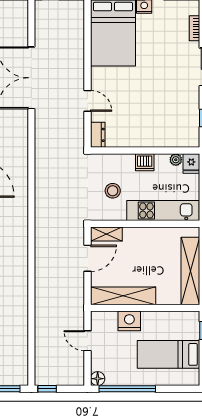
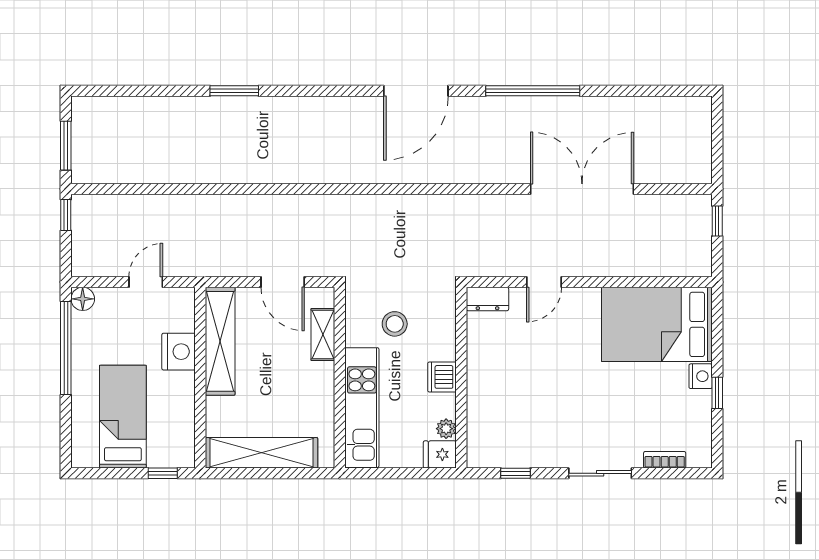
shelving: (106, 234) -> (323, 334), moved

